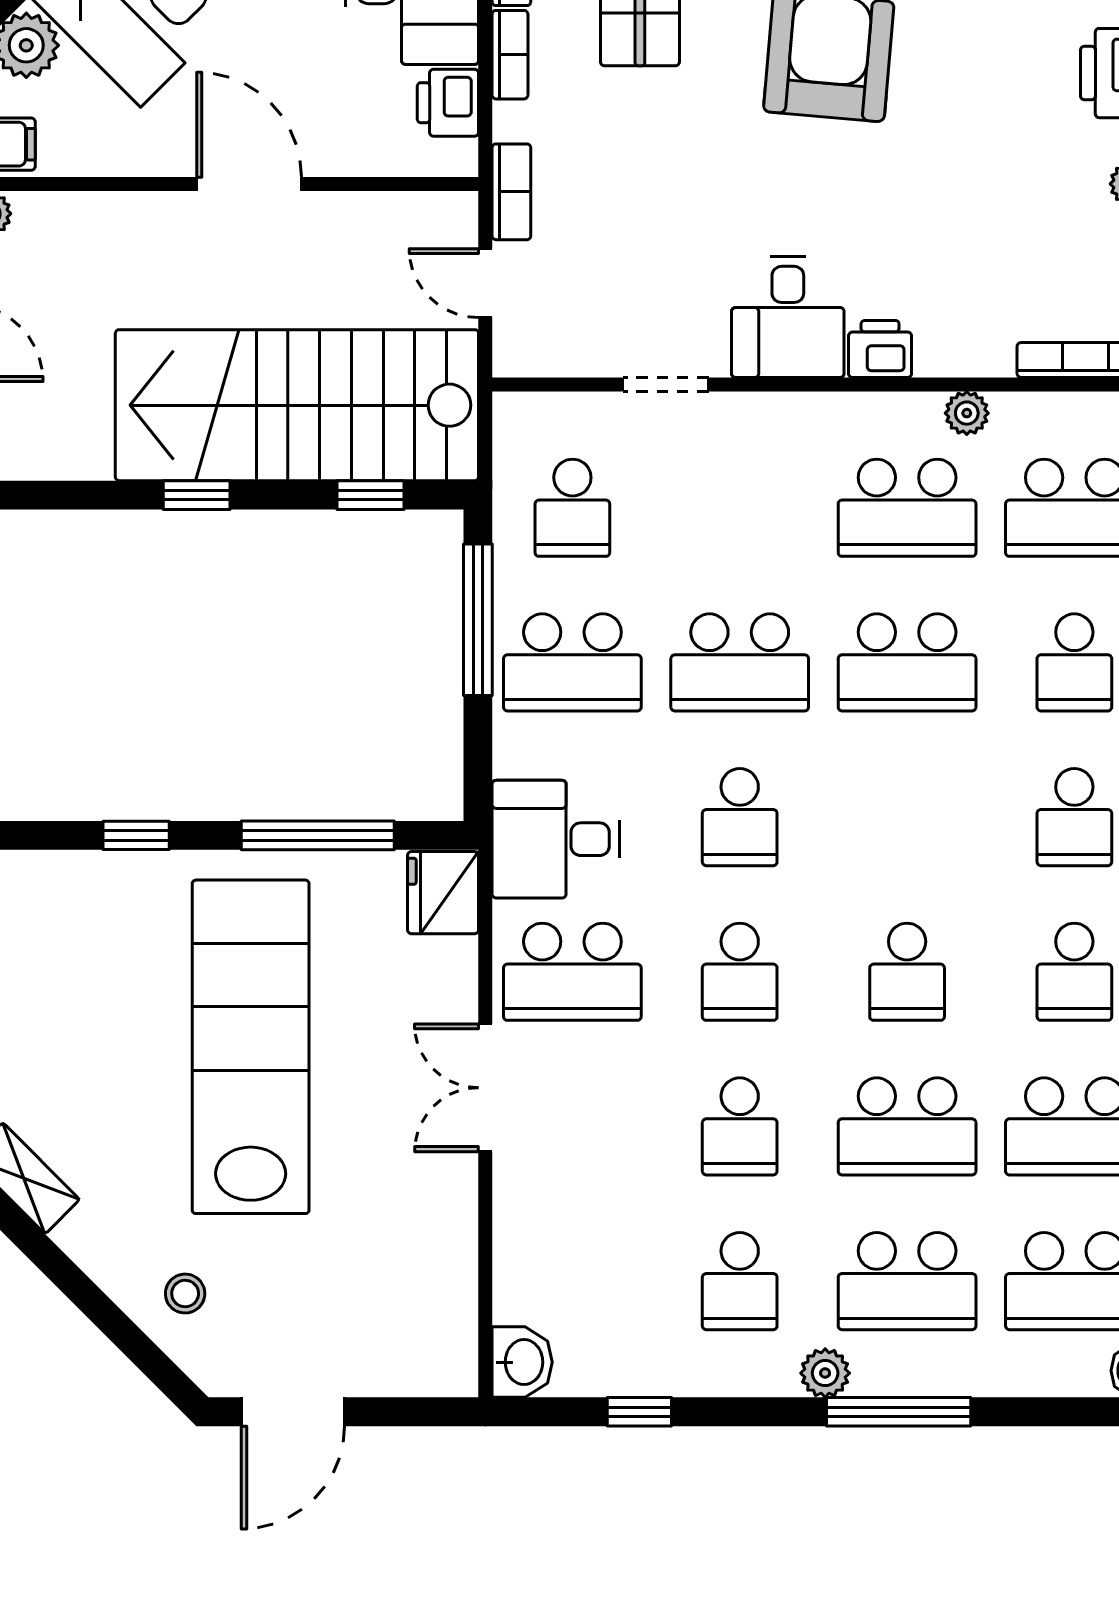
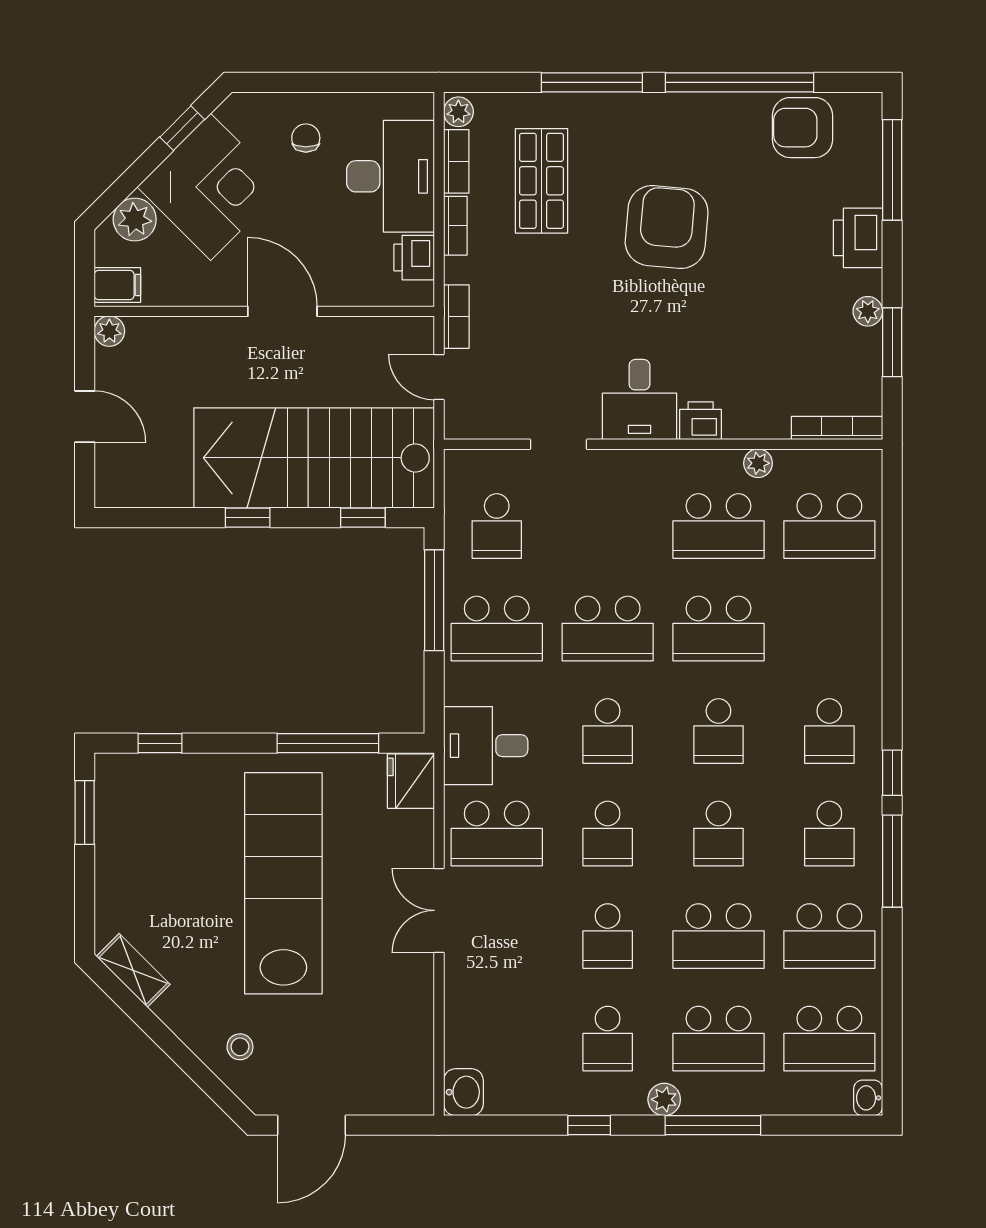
school desk: (1074, 662) -> (718, 731), moved
window: (136, 835) -> (160, 743), moved
window: (639, 1412) -> (589, 1125), moved

